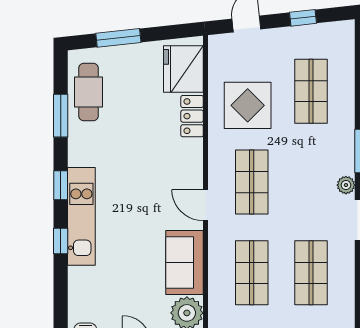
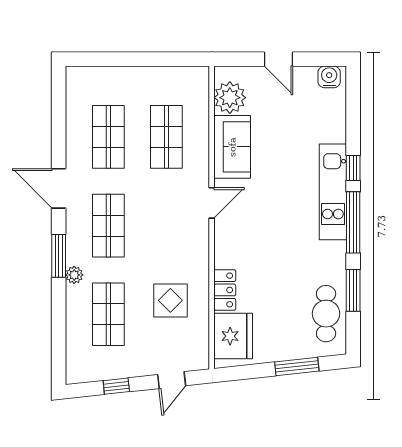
display table: (248, 105) -> (170, 300), width x0.73, depth x0.73
shop shelf: (252, 182) -> (108, 226), moved
window: (61, 185) -> (353, 222), width x2.17
plant: (346, 185) -> (74, 275), moved
door: (205, 205) -> (212, 203), hinge flipped

